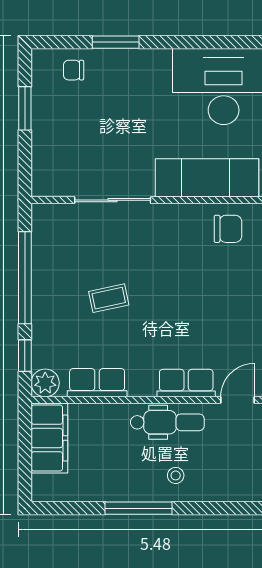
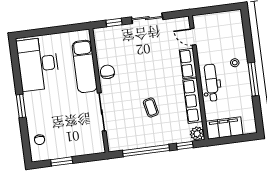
window: (116, 42) -> (21, 106), moved
chair: (228, 229) -> (107, 72), moved
row of seats: (97, 383) -> (193, 101), width x1.48
dental chair: (167, 422) -> (212, 83), moved

